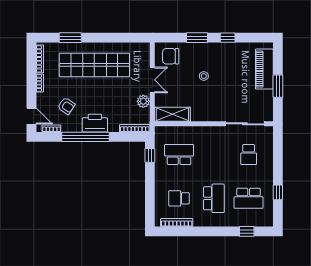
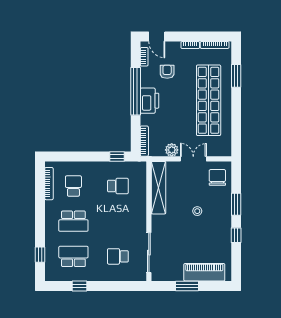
double door: (152, 80) -> (193, 159), swing flipped
armchair: (66, 106) -> (167, 72), turned 146
shelving: (172, 114) -> (159, 188), width x1.47
door: (31, 116) -> (157, 37), hinge flipped
school desk: (179, 154) -> (118, 186), width x0.54
school desk: (249, 198) -> (73, 256), turned 90

